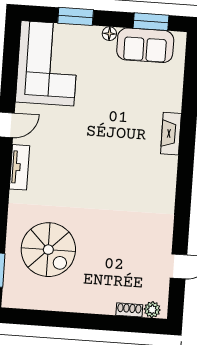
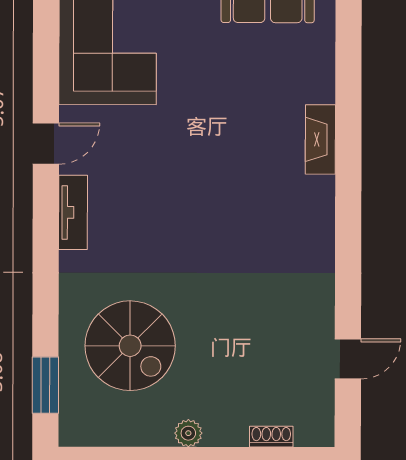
plant: (152, 310) -> (188, 433), moved

